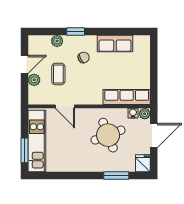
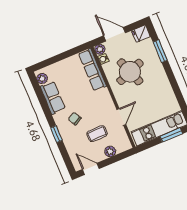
plant: (57, 41) -> (42, 78), moved
door: (24, 64) -> (91, 169), moved

